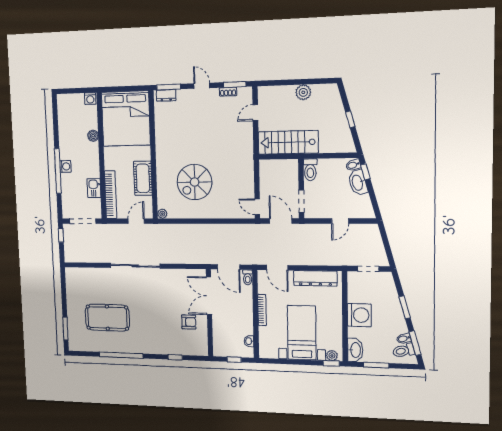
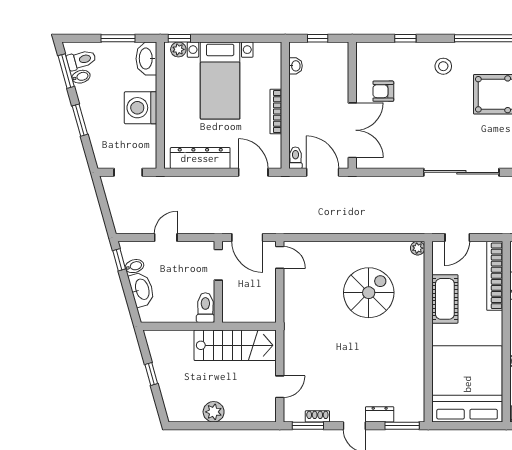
dresser: (166, 95) -> (380, 414), moved
bidet: (353, 165) -> (134, 266), moved
window: (365, 172) -> (119, 260), moved
stool: (150, 338) -> (443, 66), added

